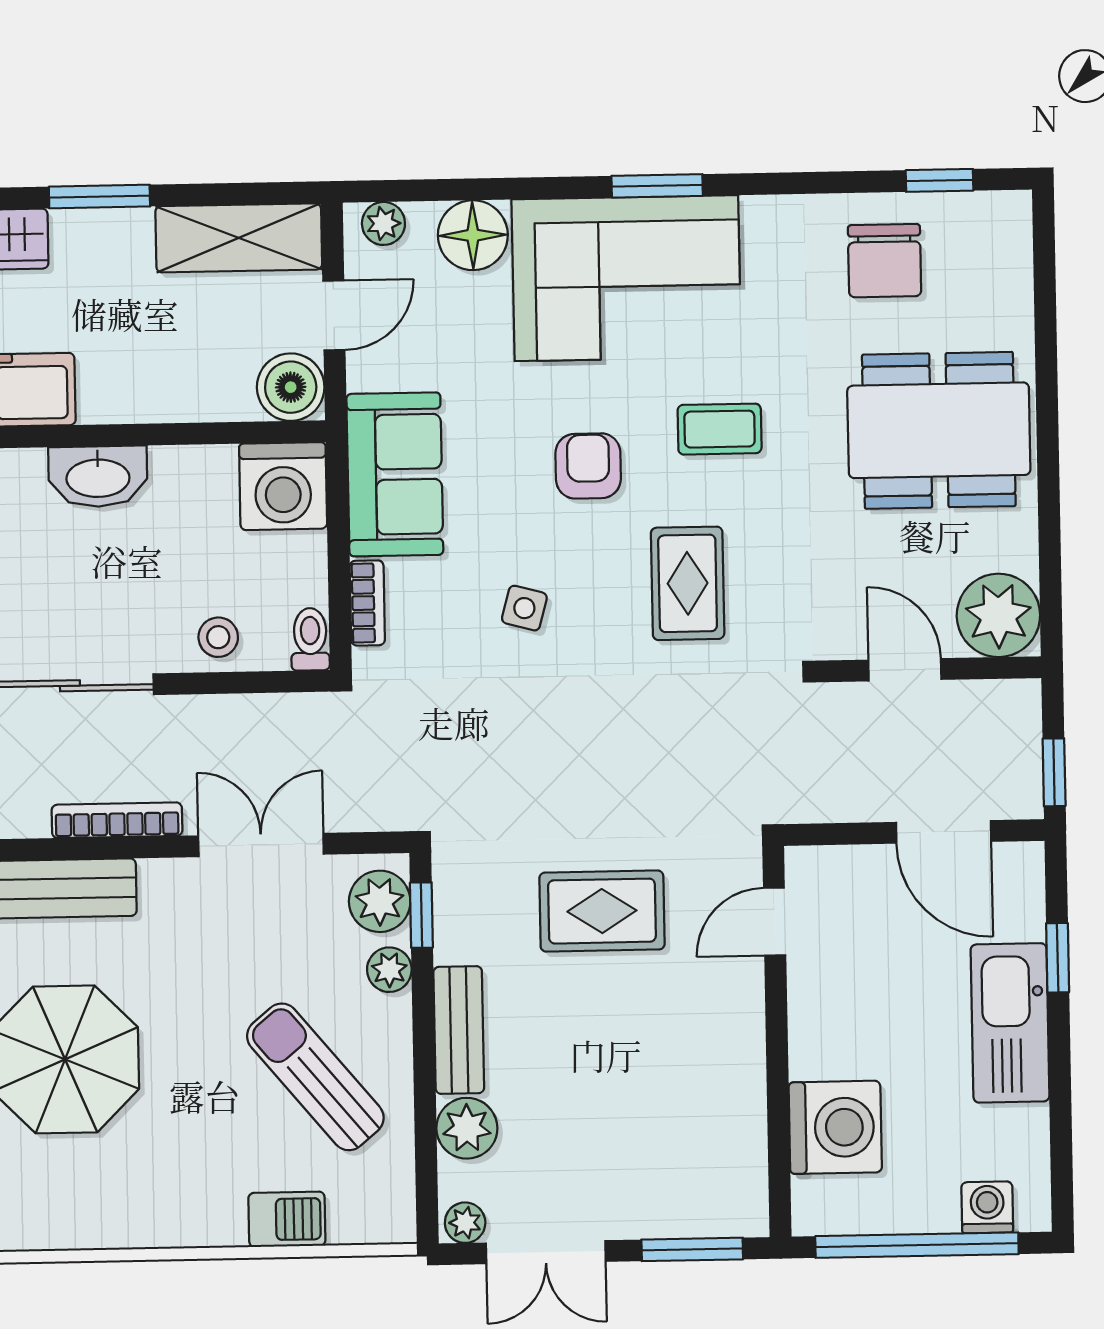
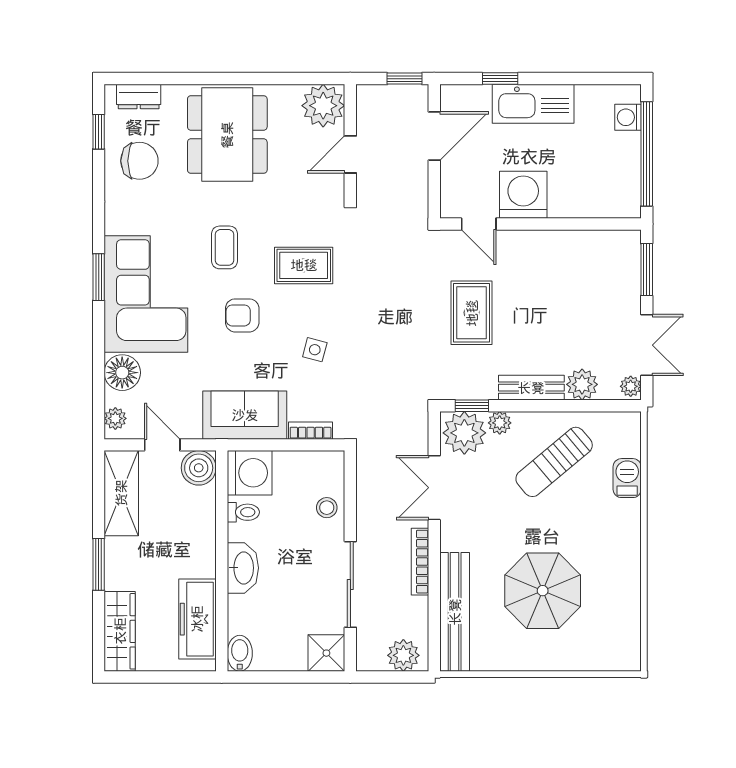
dresser: (1009, 257) -> (139, 97), added
toilet: (310, 639) -> (243, 512), moved, turned 180
plant: (380, 901) -> (464, 433), width x1.36, depth x1.36
washing machine: (835, 1127) -> (523, 195), moved

